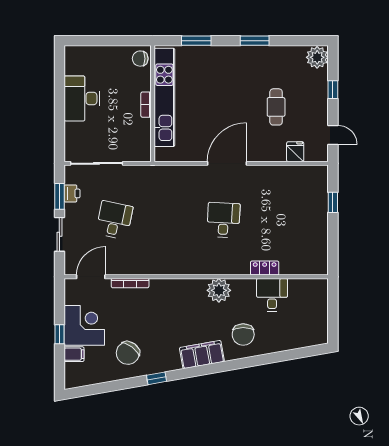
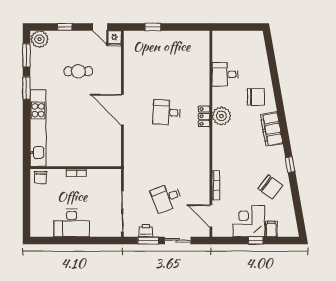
window: (196, 41) -> (26, 55), moved
kitchen unit: (164, 97) -> (38, 128), moved, turned 90
door: (333, 135) -> (100, 27), swing flipped
fridge: (295, 152) -> (114, 38), moved, turned -90
desk: (114, 220) -> (167, 198), turned -33
locker: (265, 268) -> (204, 116), moved

